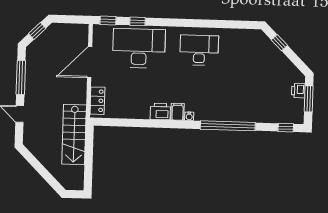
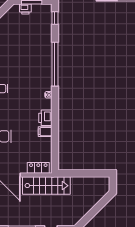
filing cabinet: (178, 112) -> (45, 132), moved
stairs: (74, 135) -> (46, 186), moved

